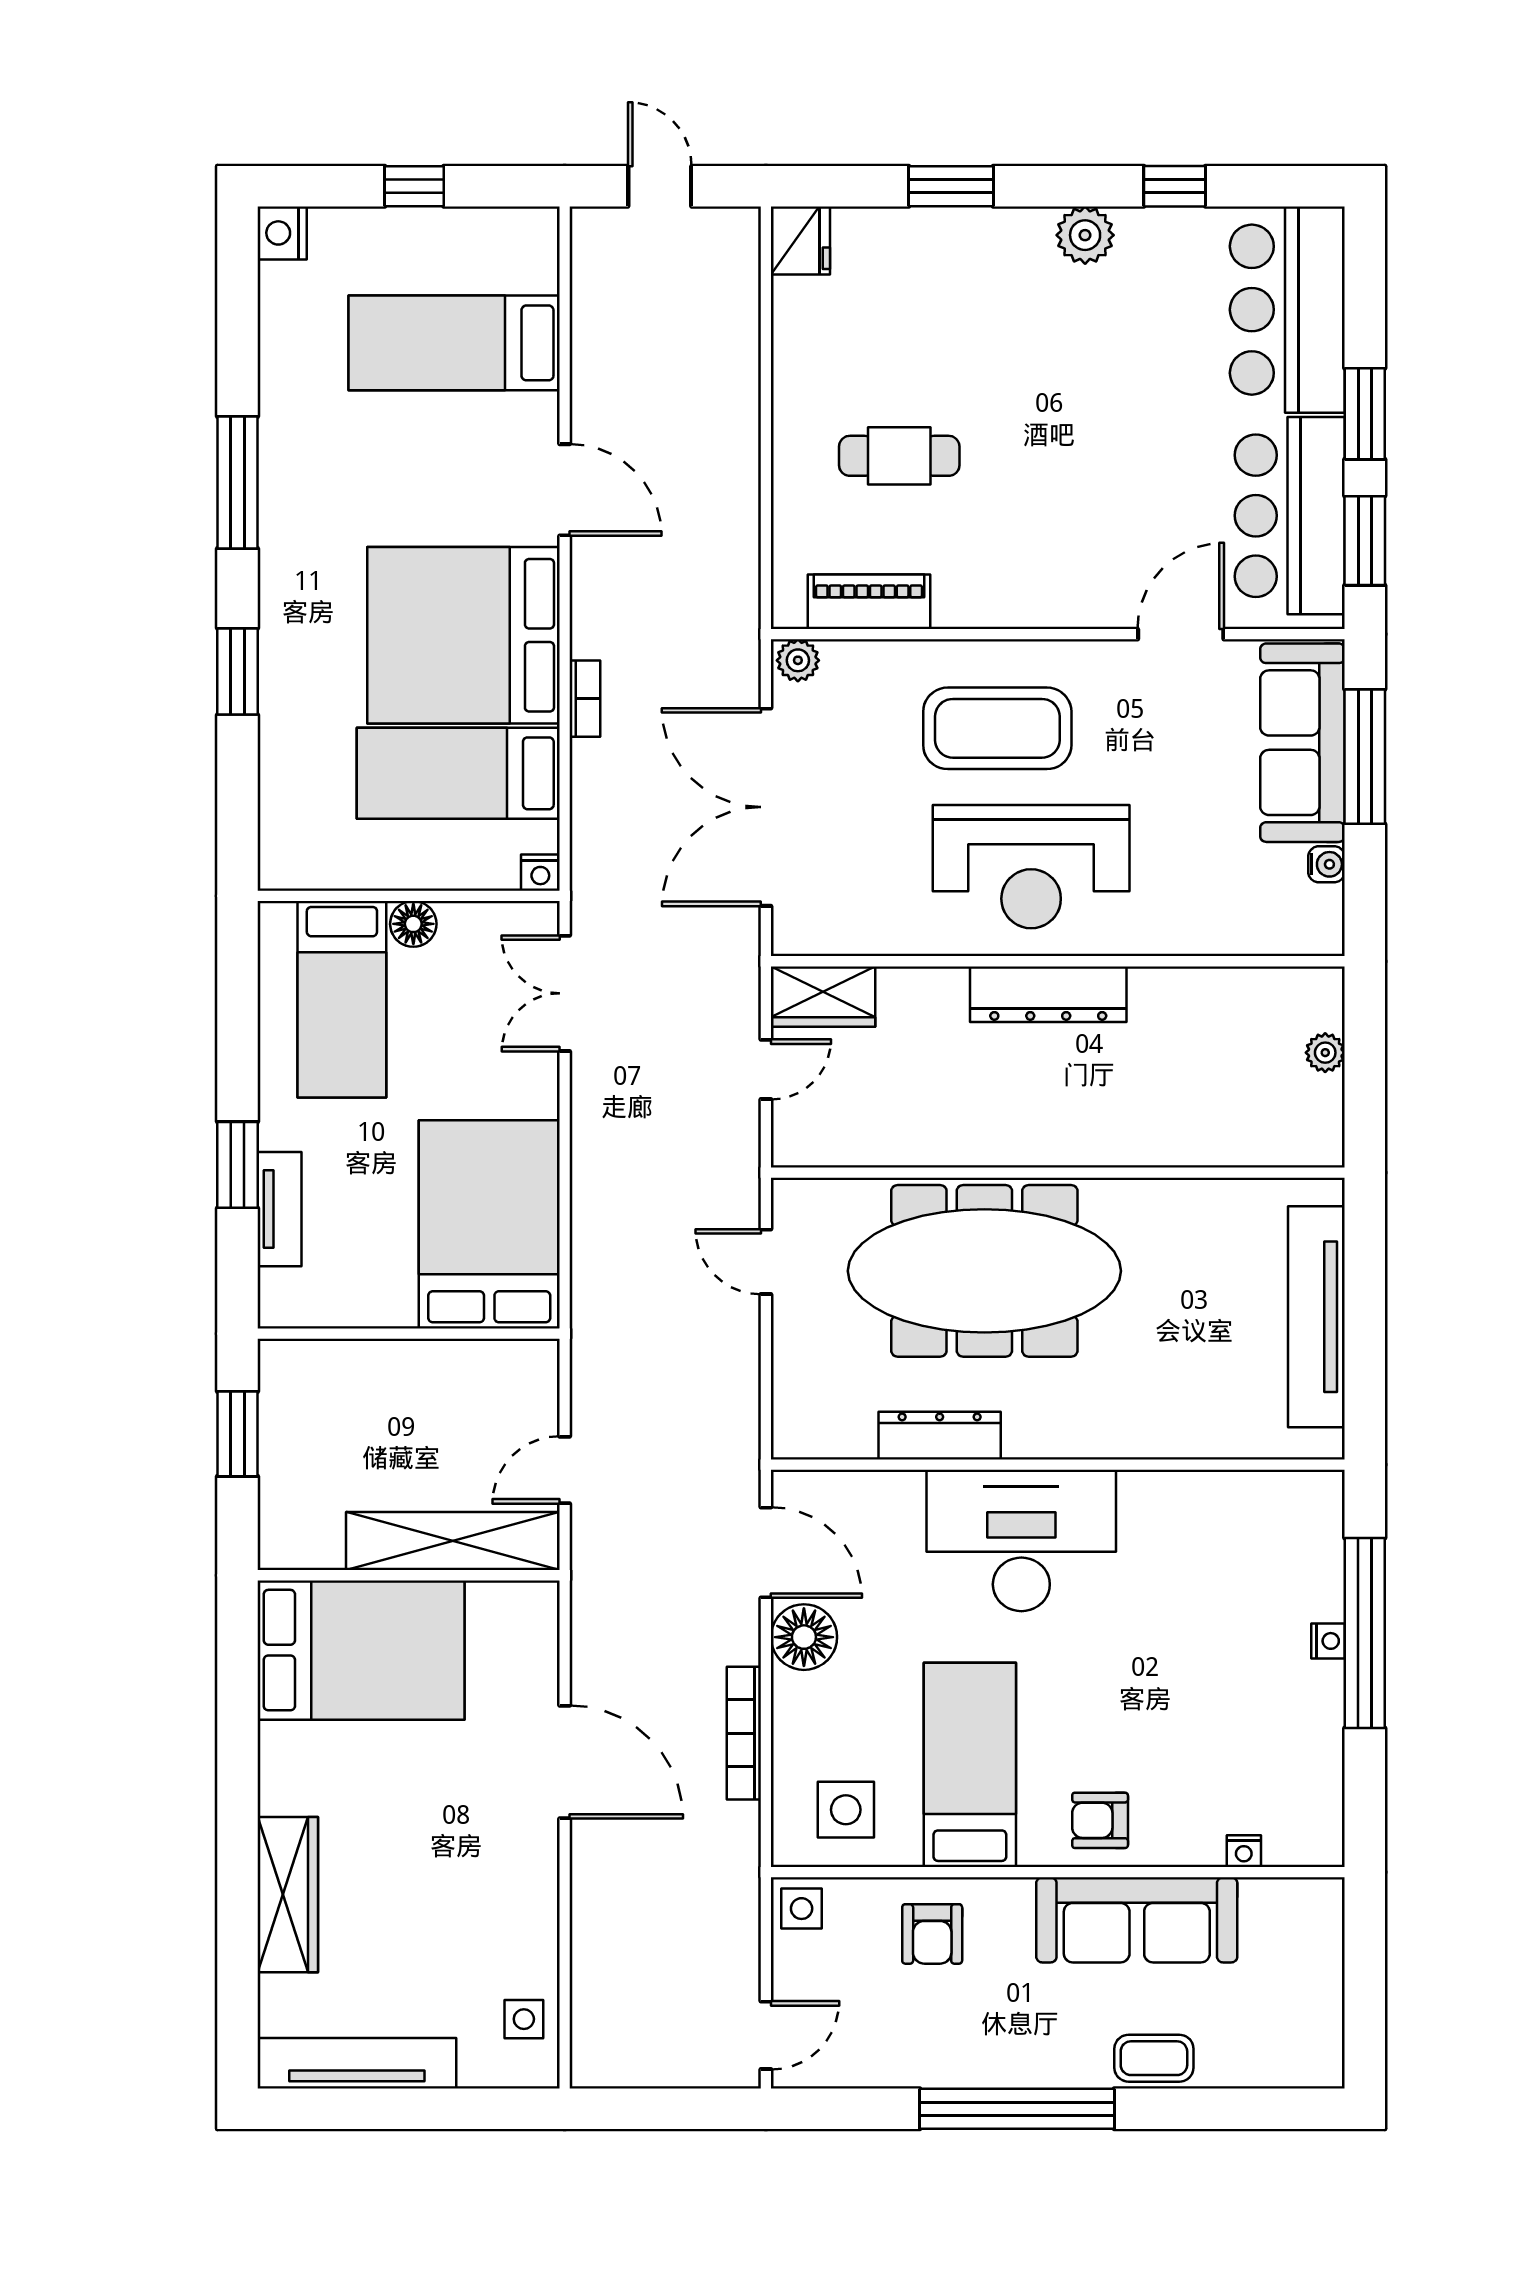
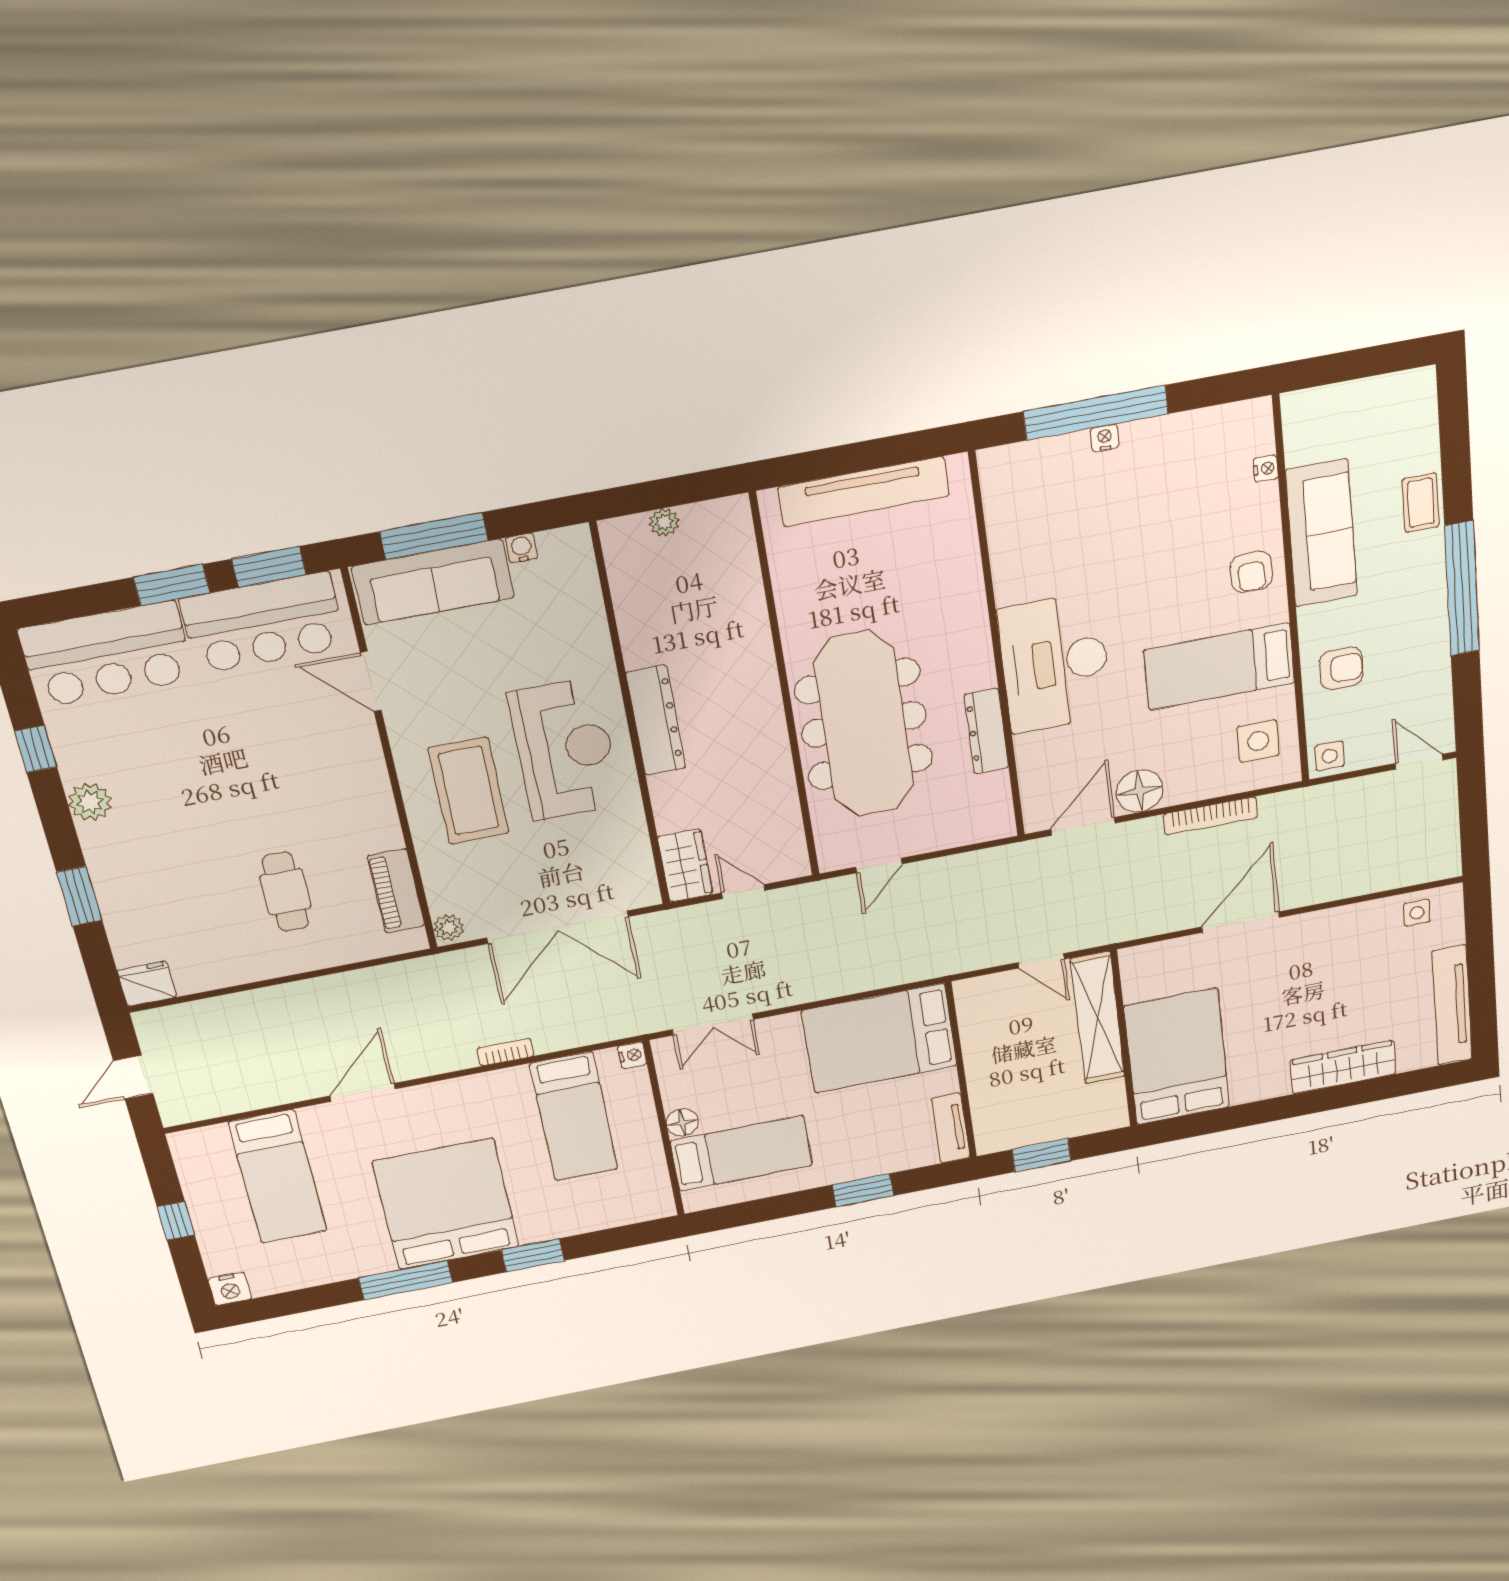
bed: (464, 635) -> (446, 1204), moved, turned 180
tv unit: (280, 1209) -> (951, 1128), moved, turned -90

